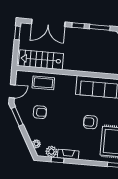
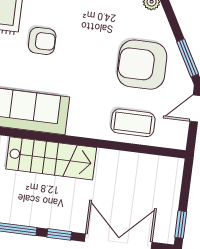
stairs: (41, 60) -> (51, 158), moved
armchair: (40, 112) -> (142, 65), width x1.88, depth x1.88

